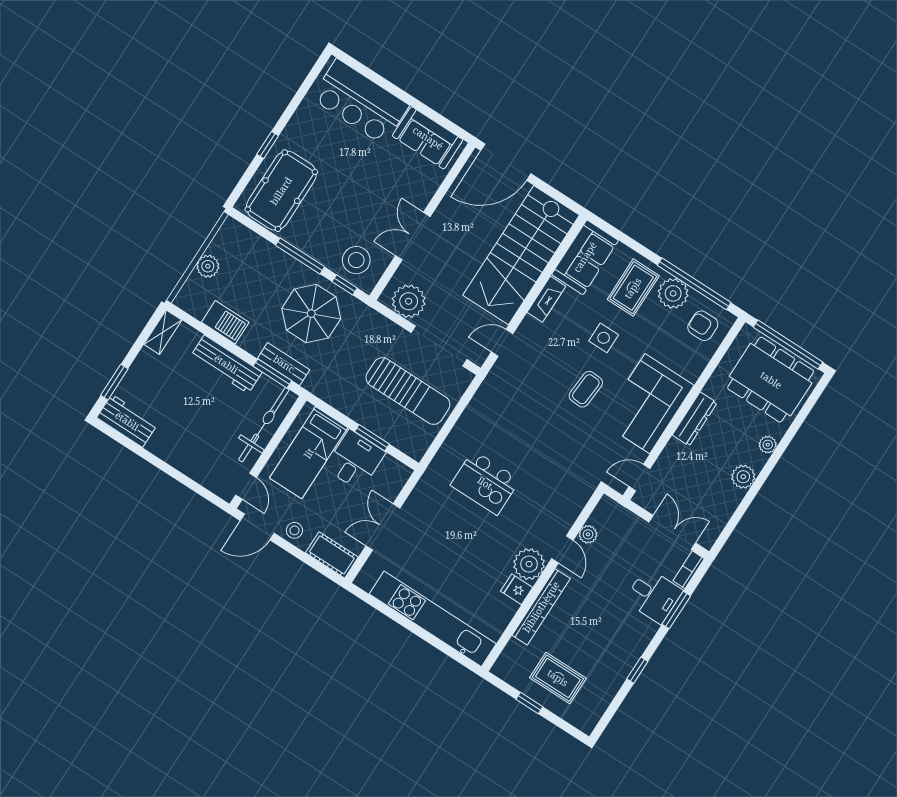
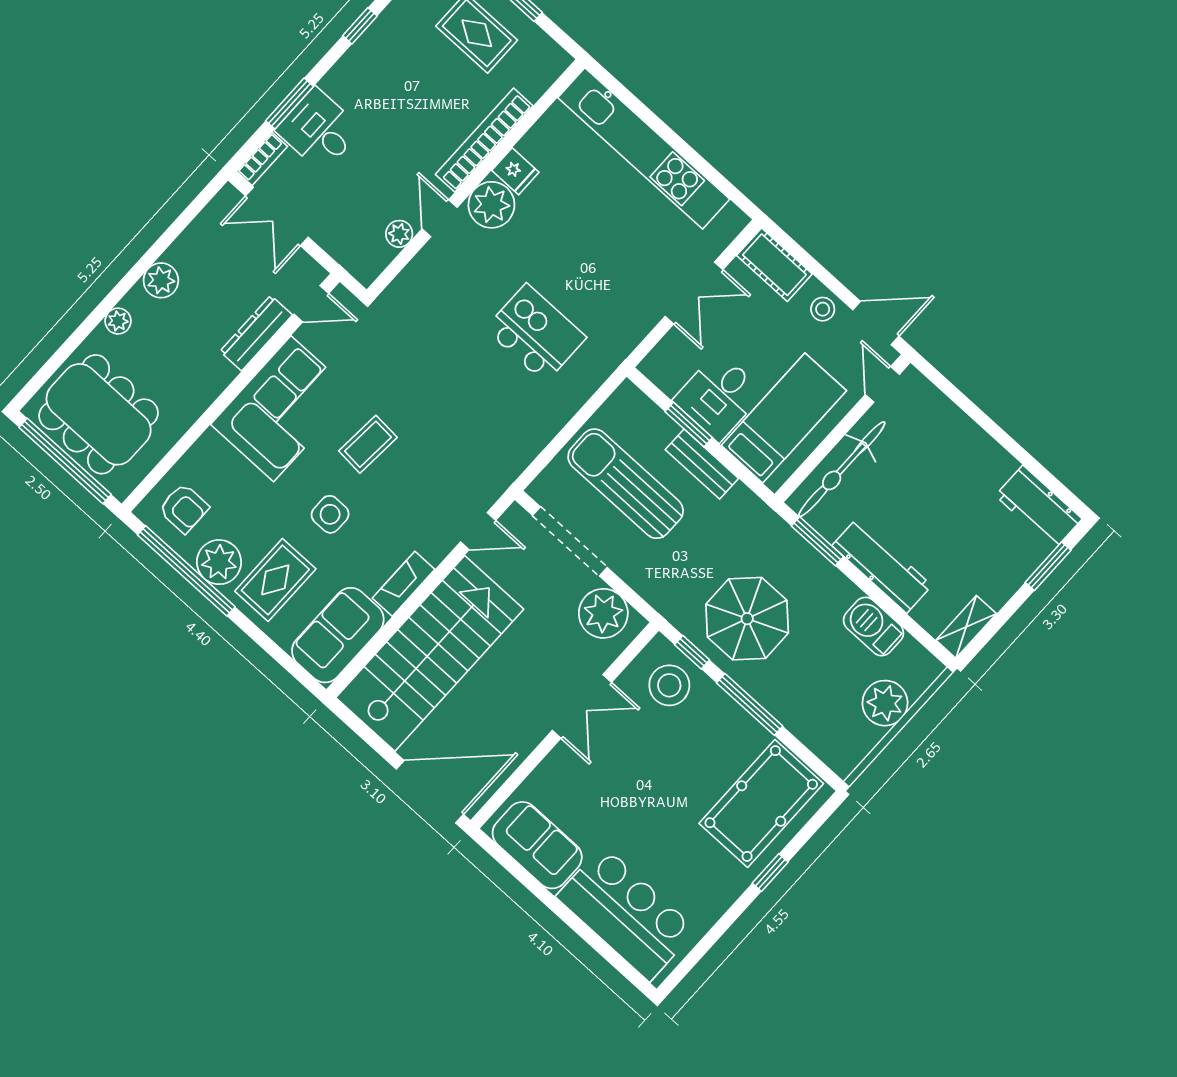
plant: (208, 266) -> (885, 703), width x1.36, depth x1.36
bench: (284, 364) -> (702, 464), moved
dresser: (695, 419) -> (256, 333), moved

